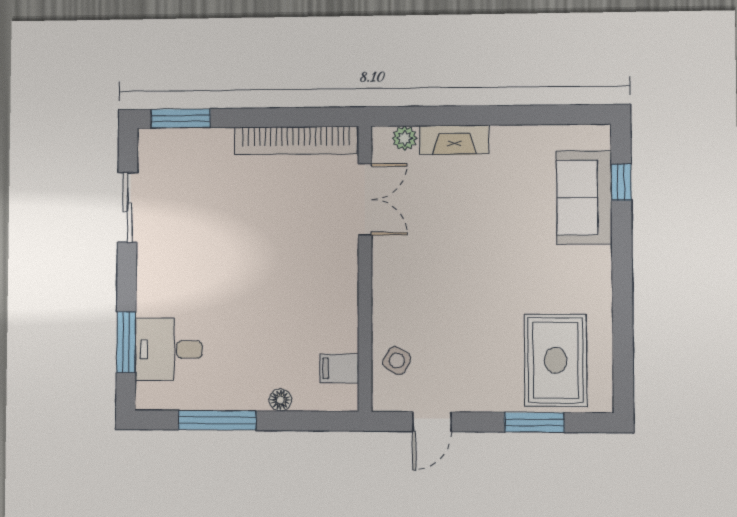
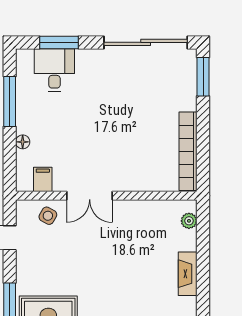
fireplace: (454, 140) -> (188, 274), moved
double door: (365, 199) -> (90, 196), moved
sliding door: (127, 207) -> (146, 42), width x1.86

